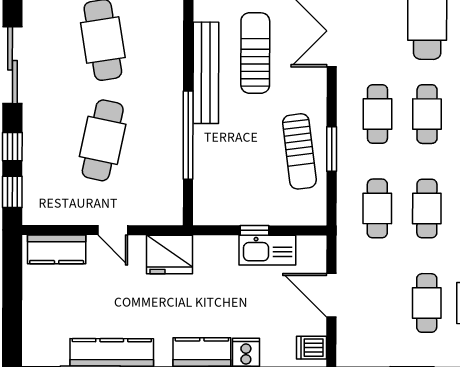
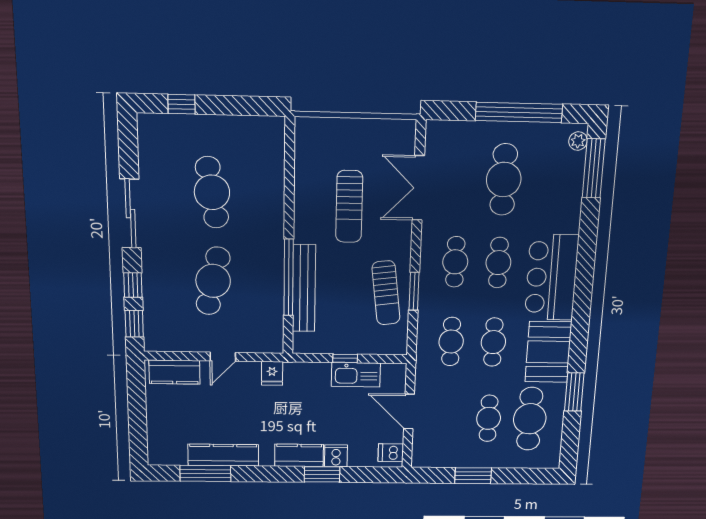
sun lounger: (255, 53) -> (349, 207), turned 180
bench: (206, 73) -> (304, 288), moved
door: (113, 230) -> (223, 357), hinge flipped
fridge: (169, 255) -> (272, 373), width x0.53, depth x0.75

